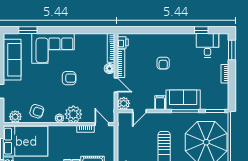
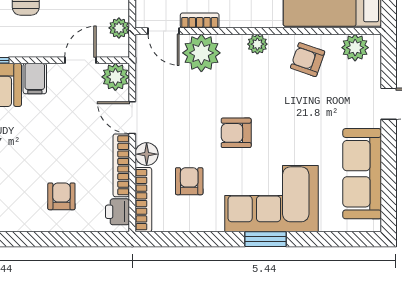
window: (28, 30) -> (265, 239), moved
armchair: (90, 56) -> (189, 181), added
armchair: (163, 63) -> (61, 196), moved
plant: (73, 114) -> (201, 53), moved
plant: (122, 126) -> (119, 28), added

